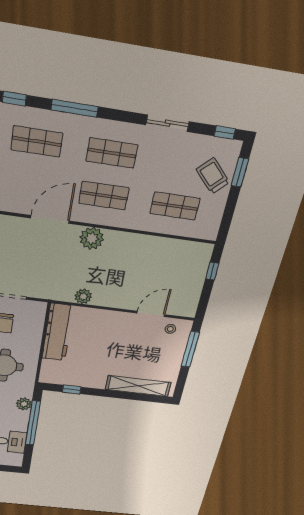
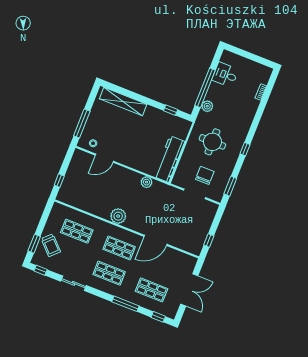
plant: (92, 238) -> (118, 216), moved

